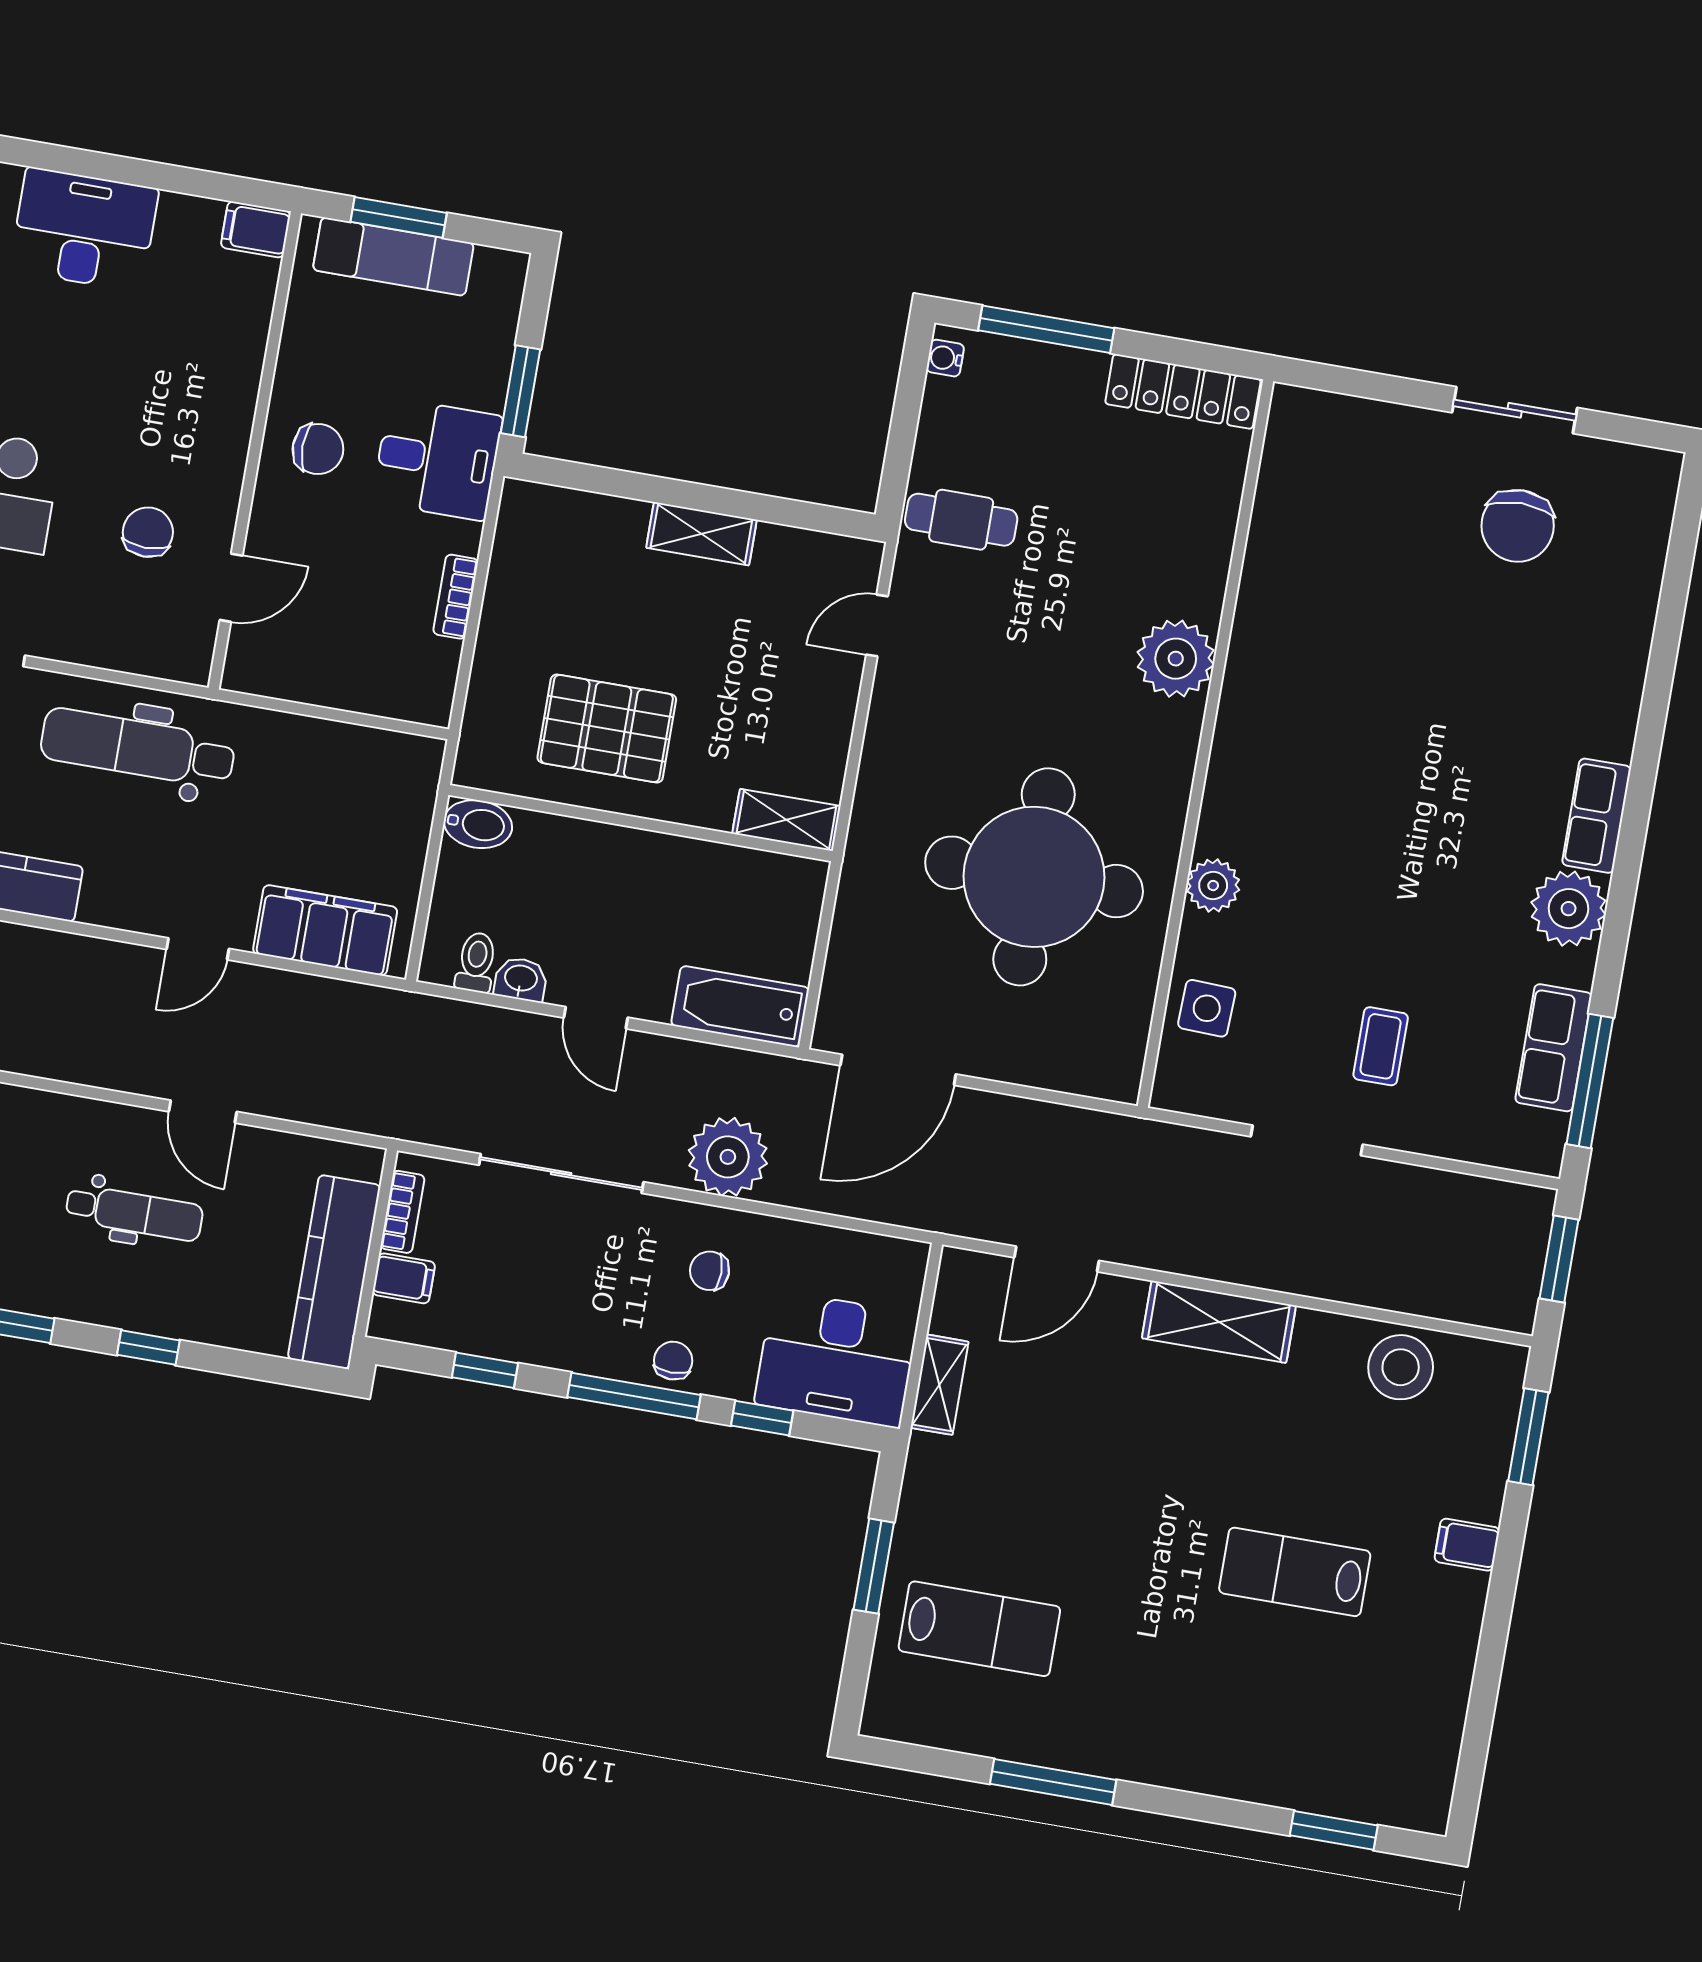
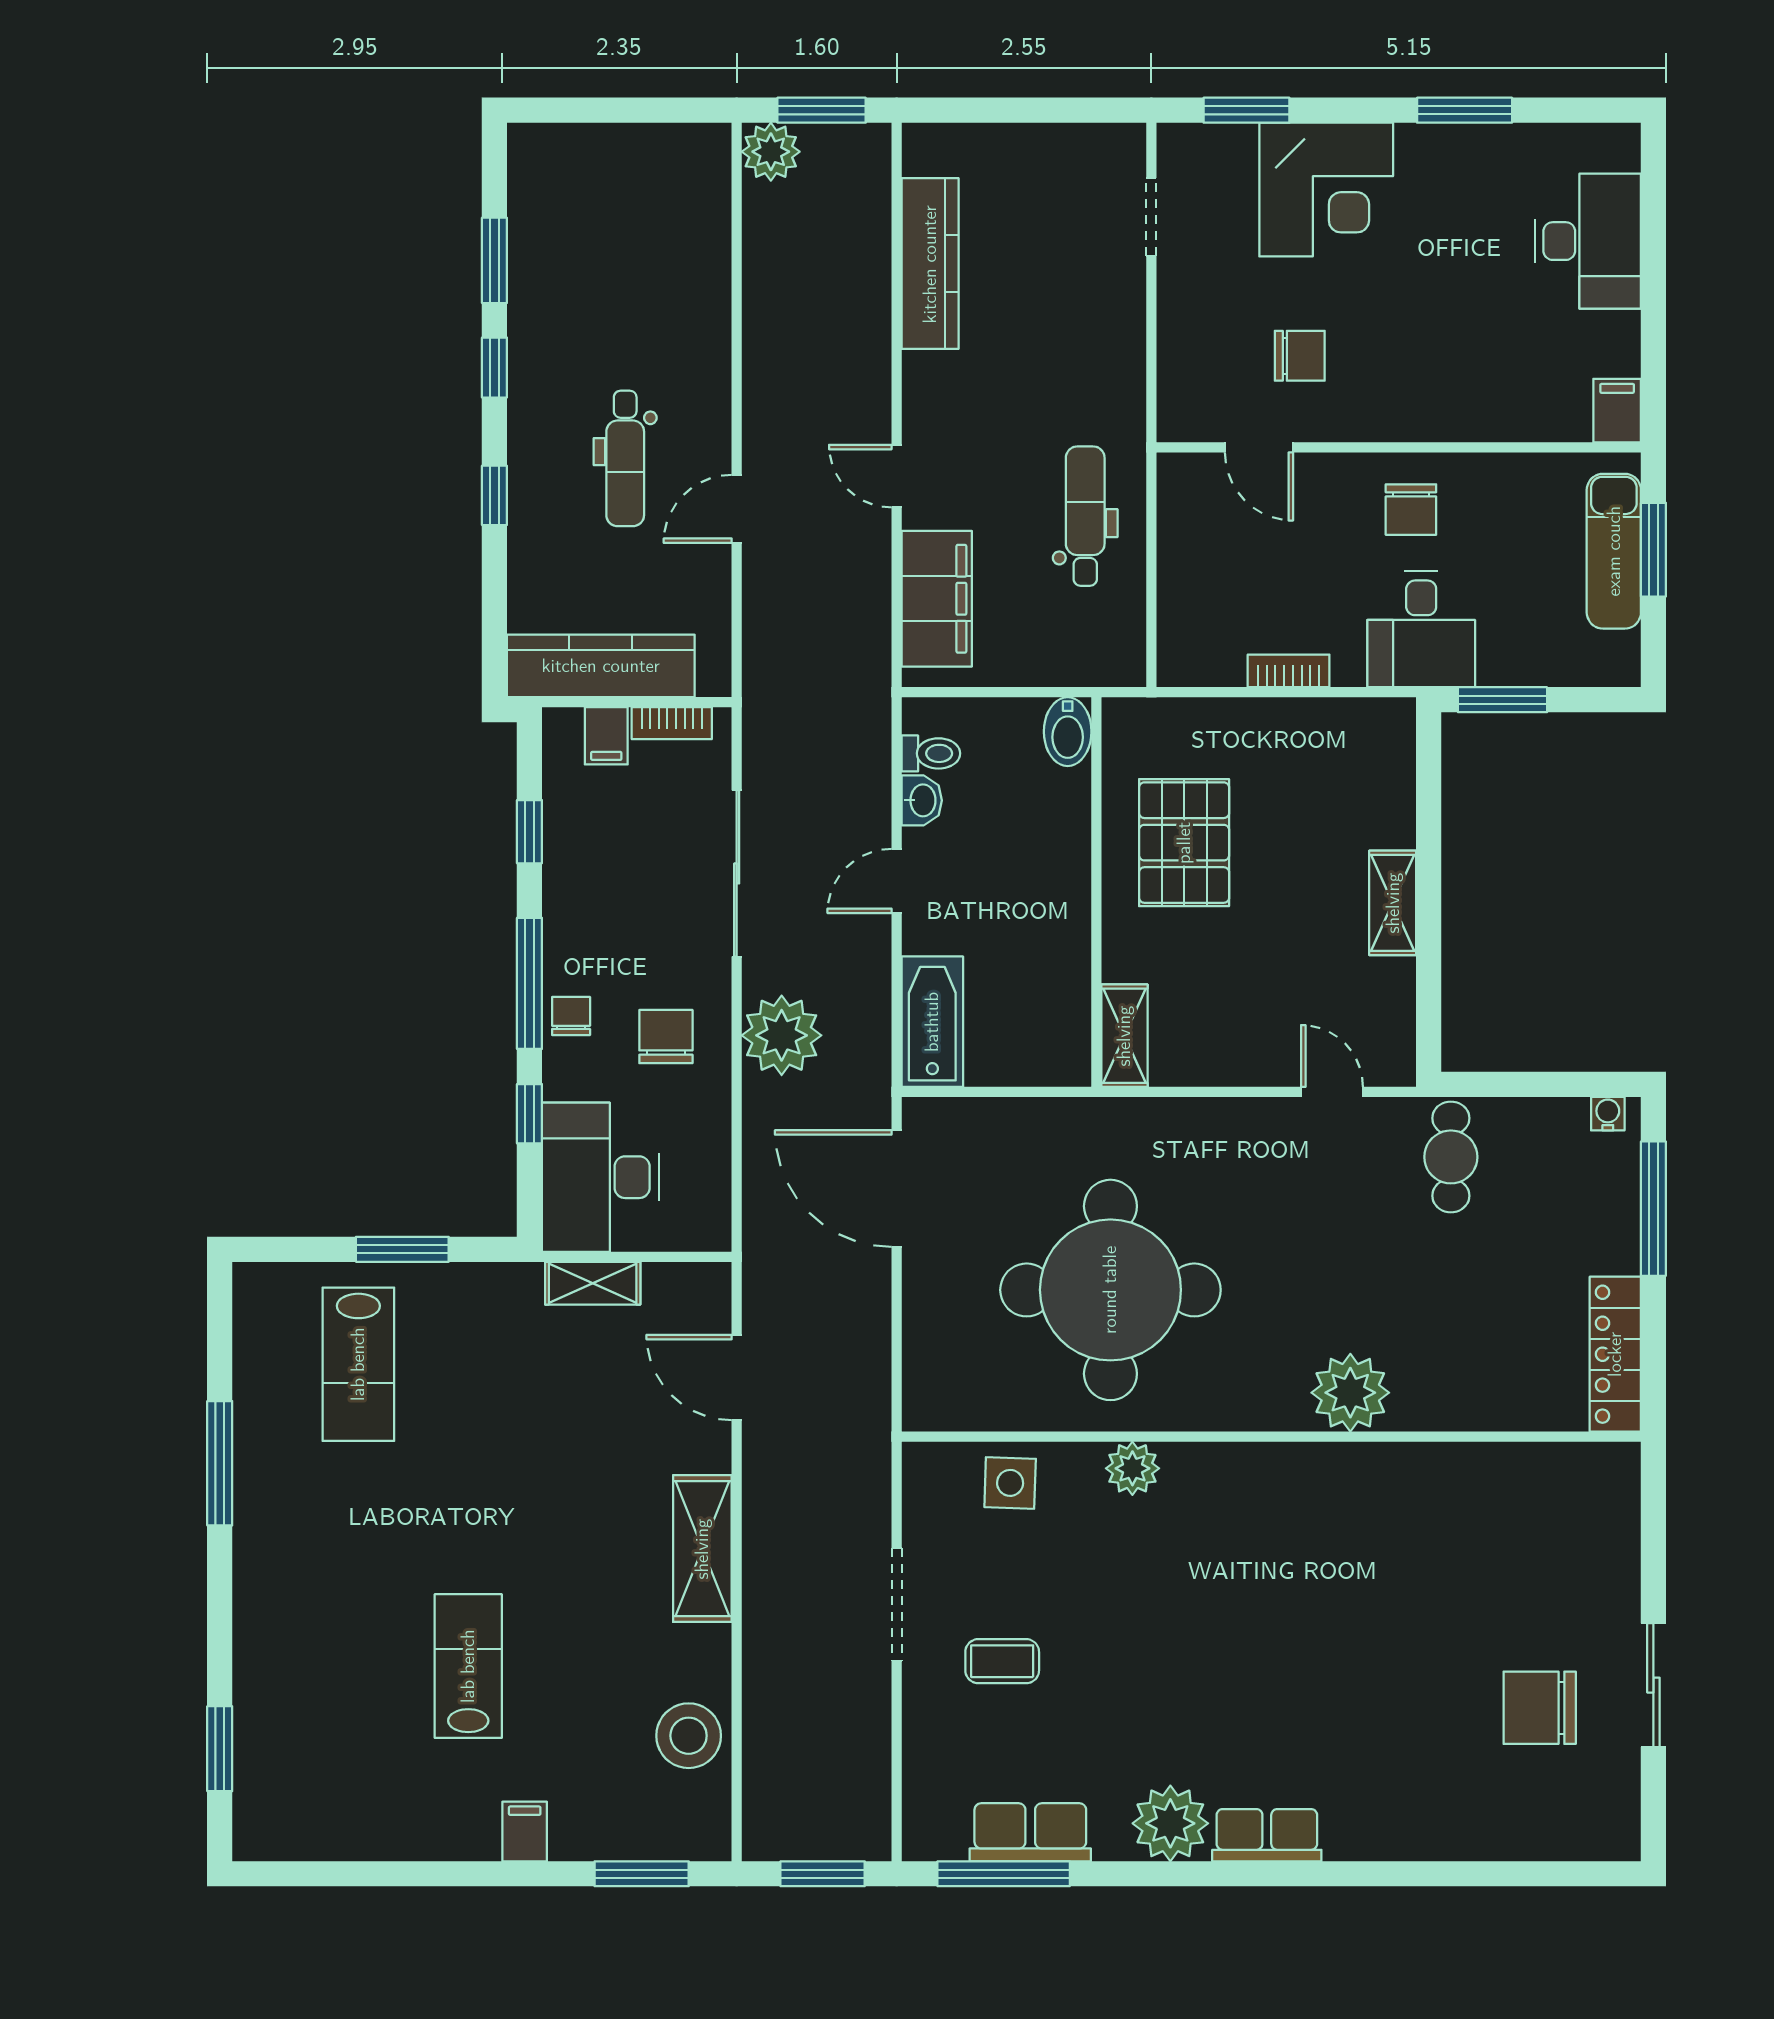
dental chair: (138, 748) -> (1085, 516), moved, width x0.73, depth x0.72
chair: (709, 1271) -> (666, 1037), width x1.37, depth x1.37
chair: (673, 1361) -> (571, 1016), turned -90

